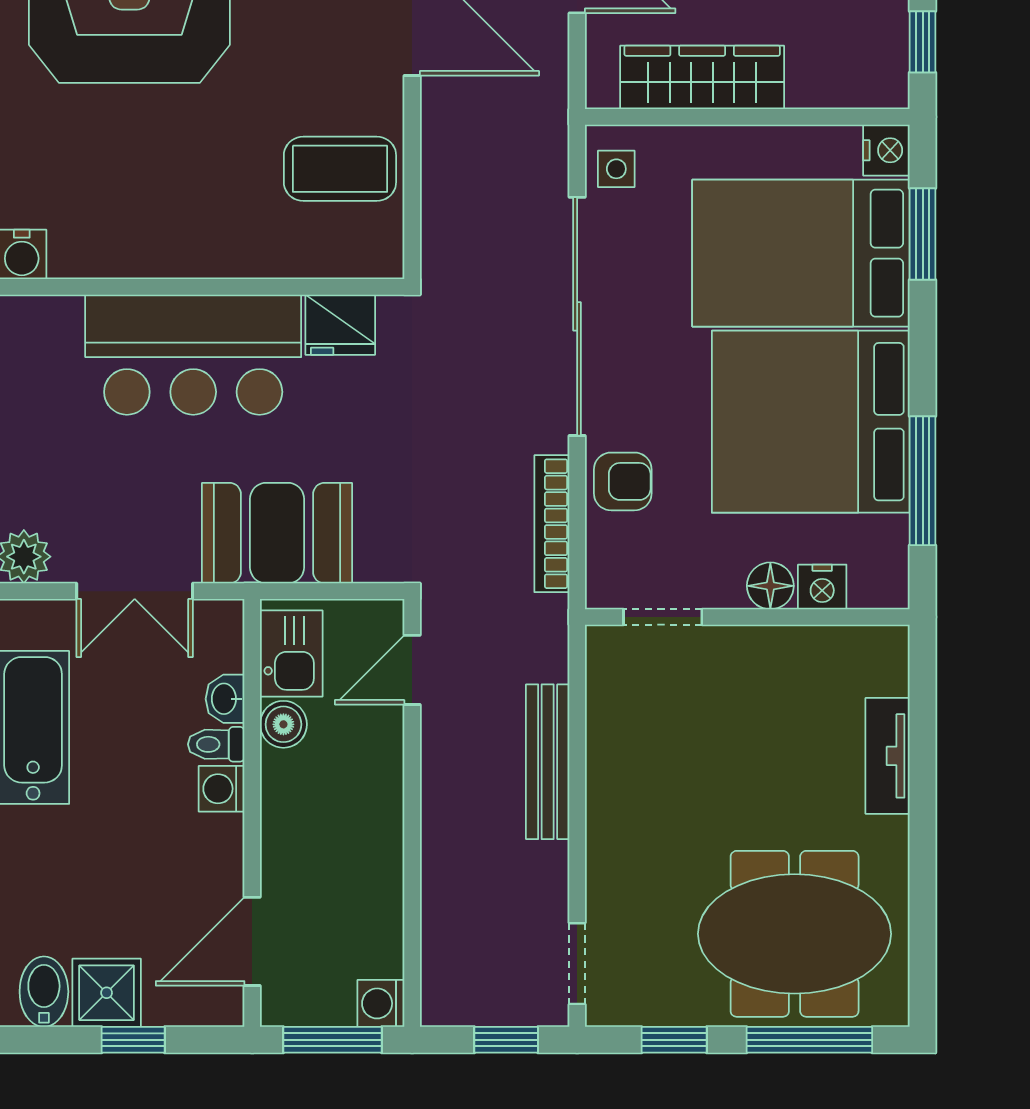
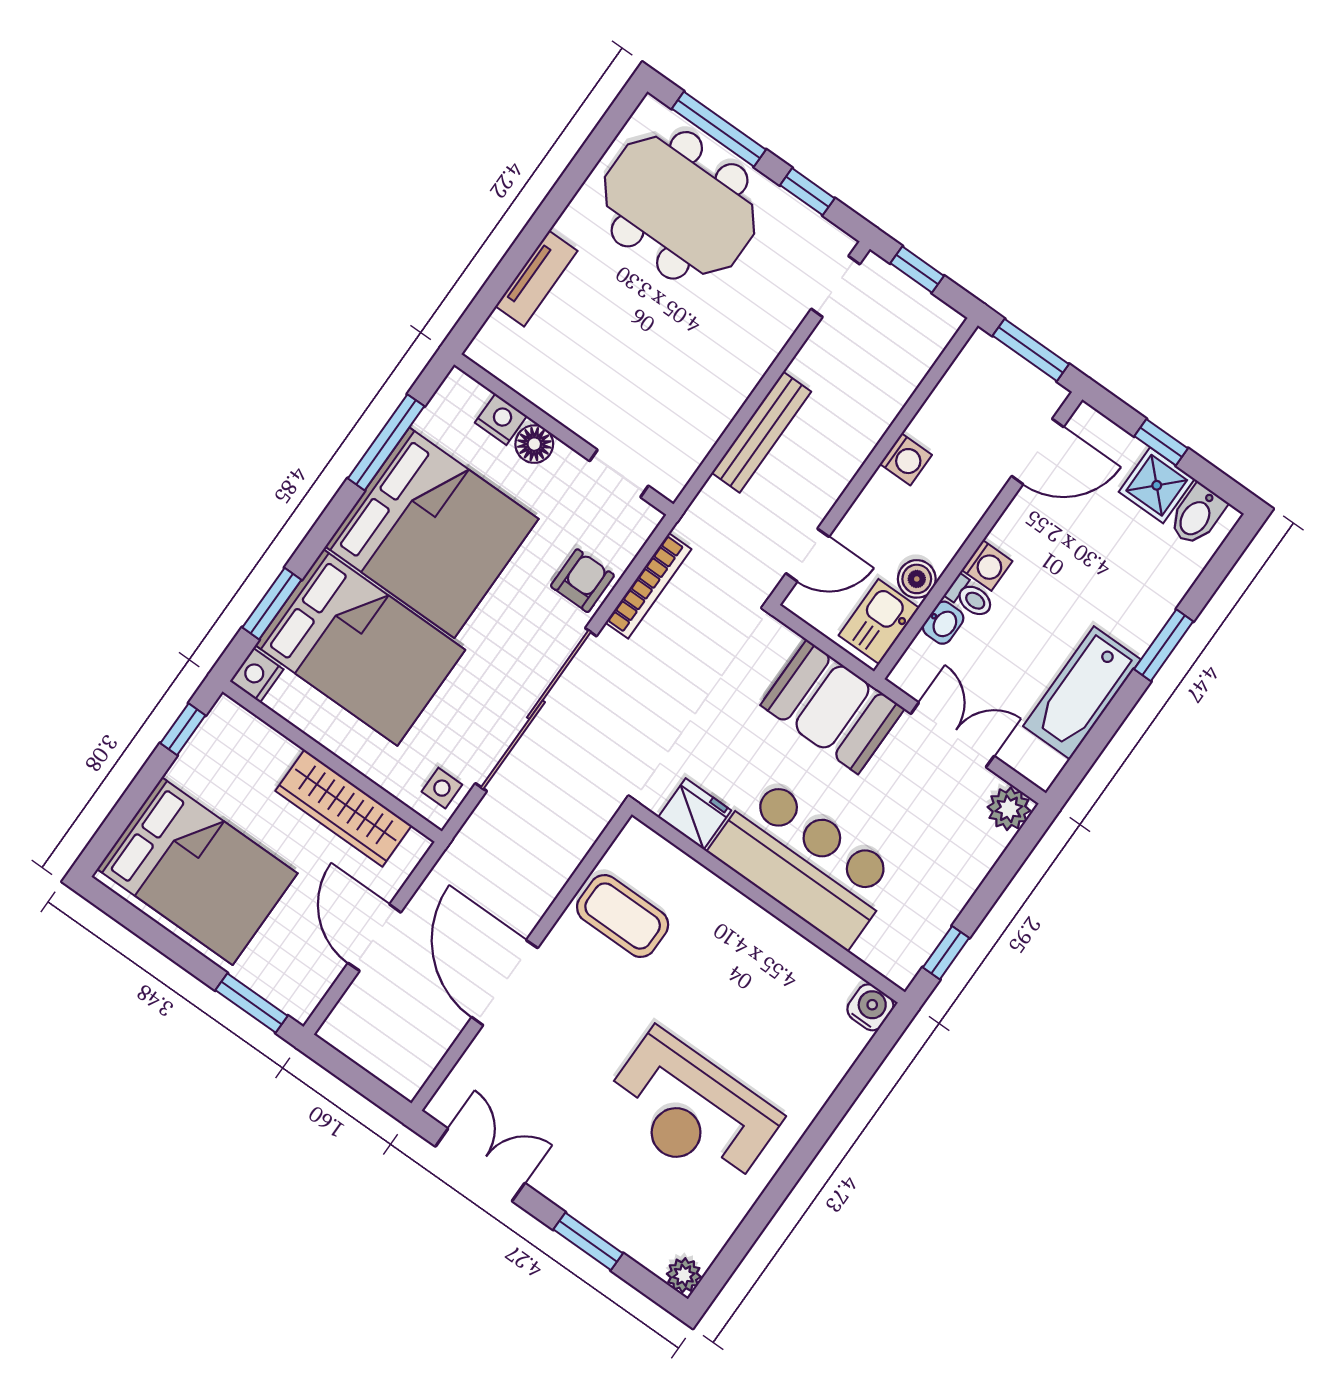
armchair: (623, 481) -> (582, 581), turned 90
washing machine: (381, 1003) -> (906, 459), moved

